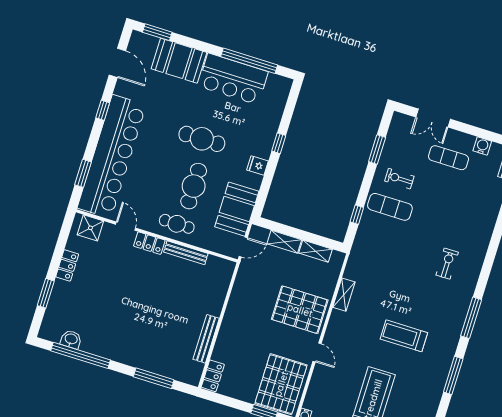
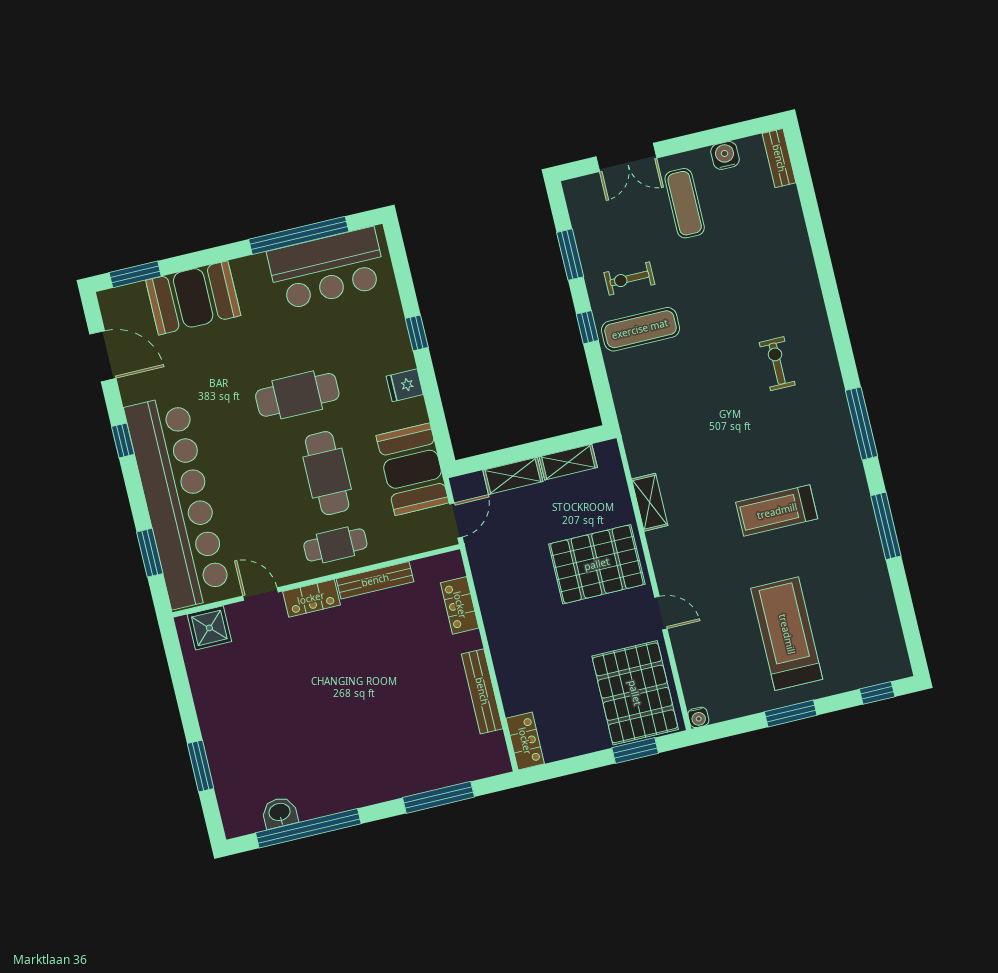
bar counter: (233, 79) -> (327, 269), moved
exercise mat: (448, 158) -> (685, 203), turned 90
window: (357, 215) -> (587, 327), moved
locker: (67, 265) -> (460, 605), moved, turned 180

